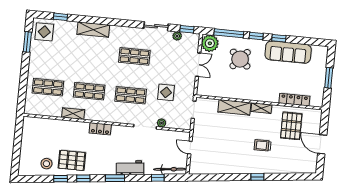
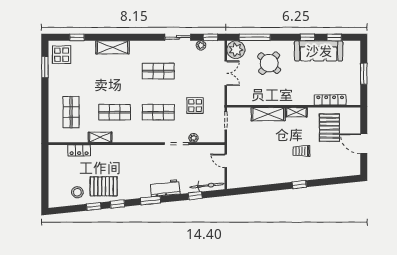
window: (256, 36) -> (334, 37), moved
shop shelf: (48, 87) -> (71, 112), turned 90
locker: (100, 129) -> (79, 150), moved

